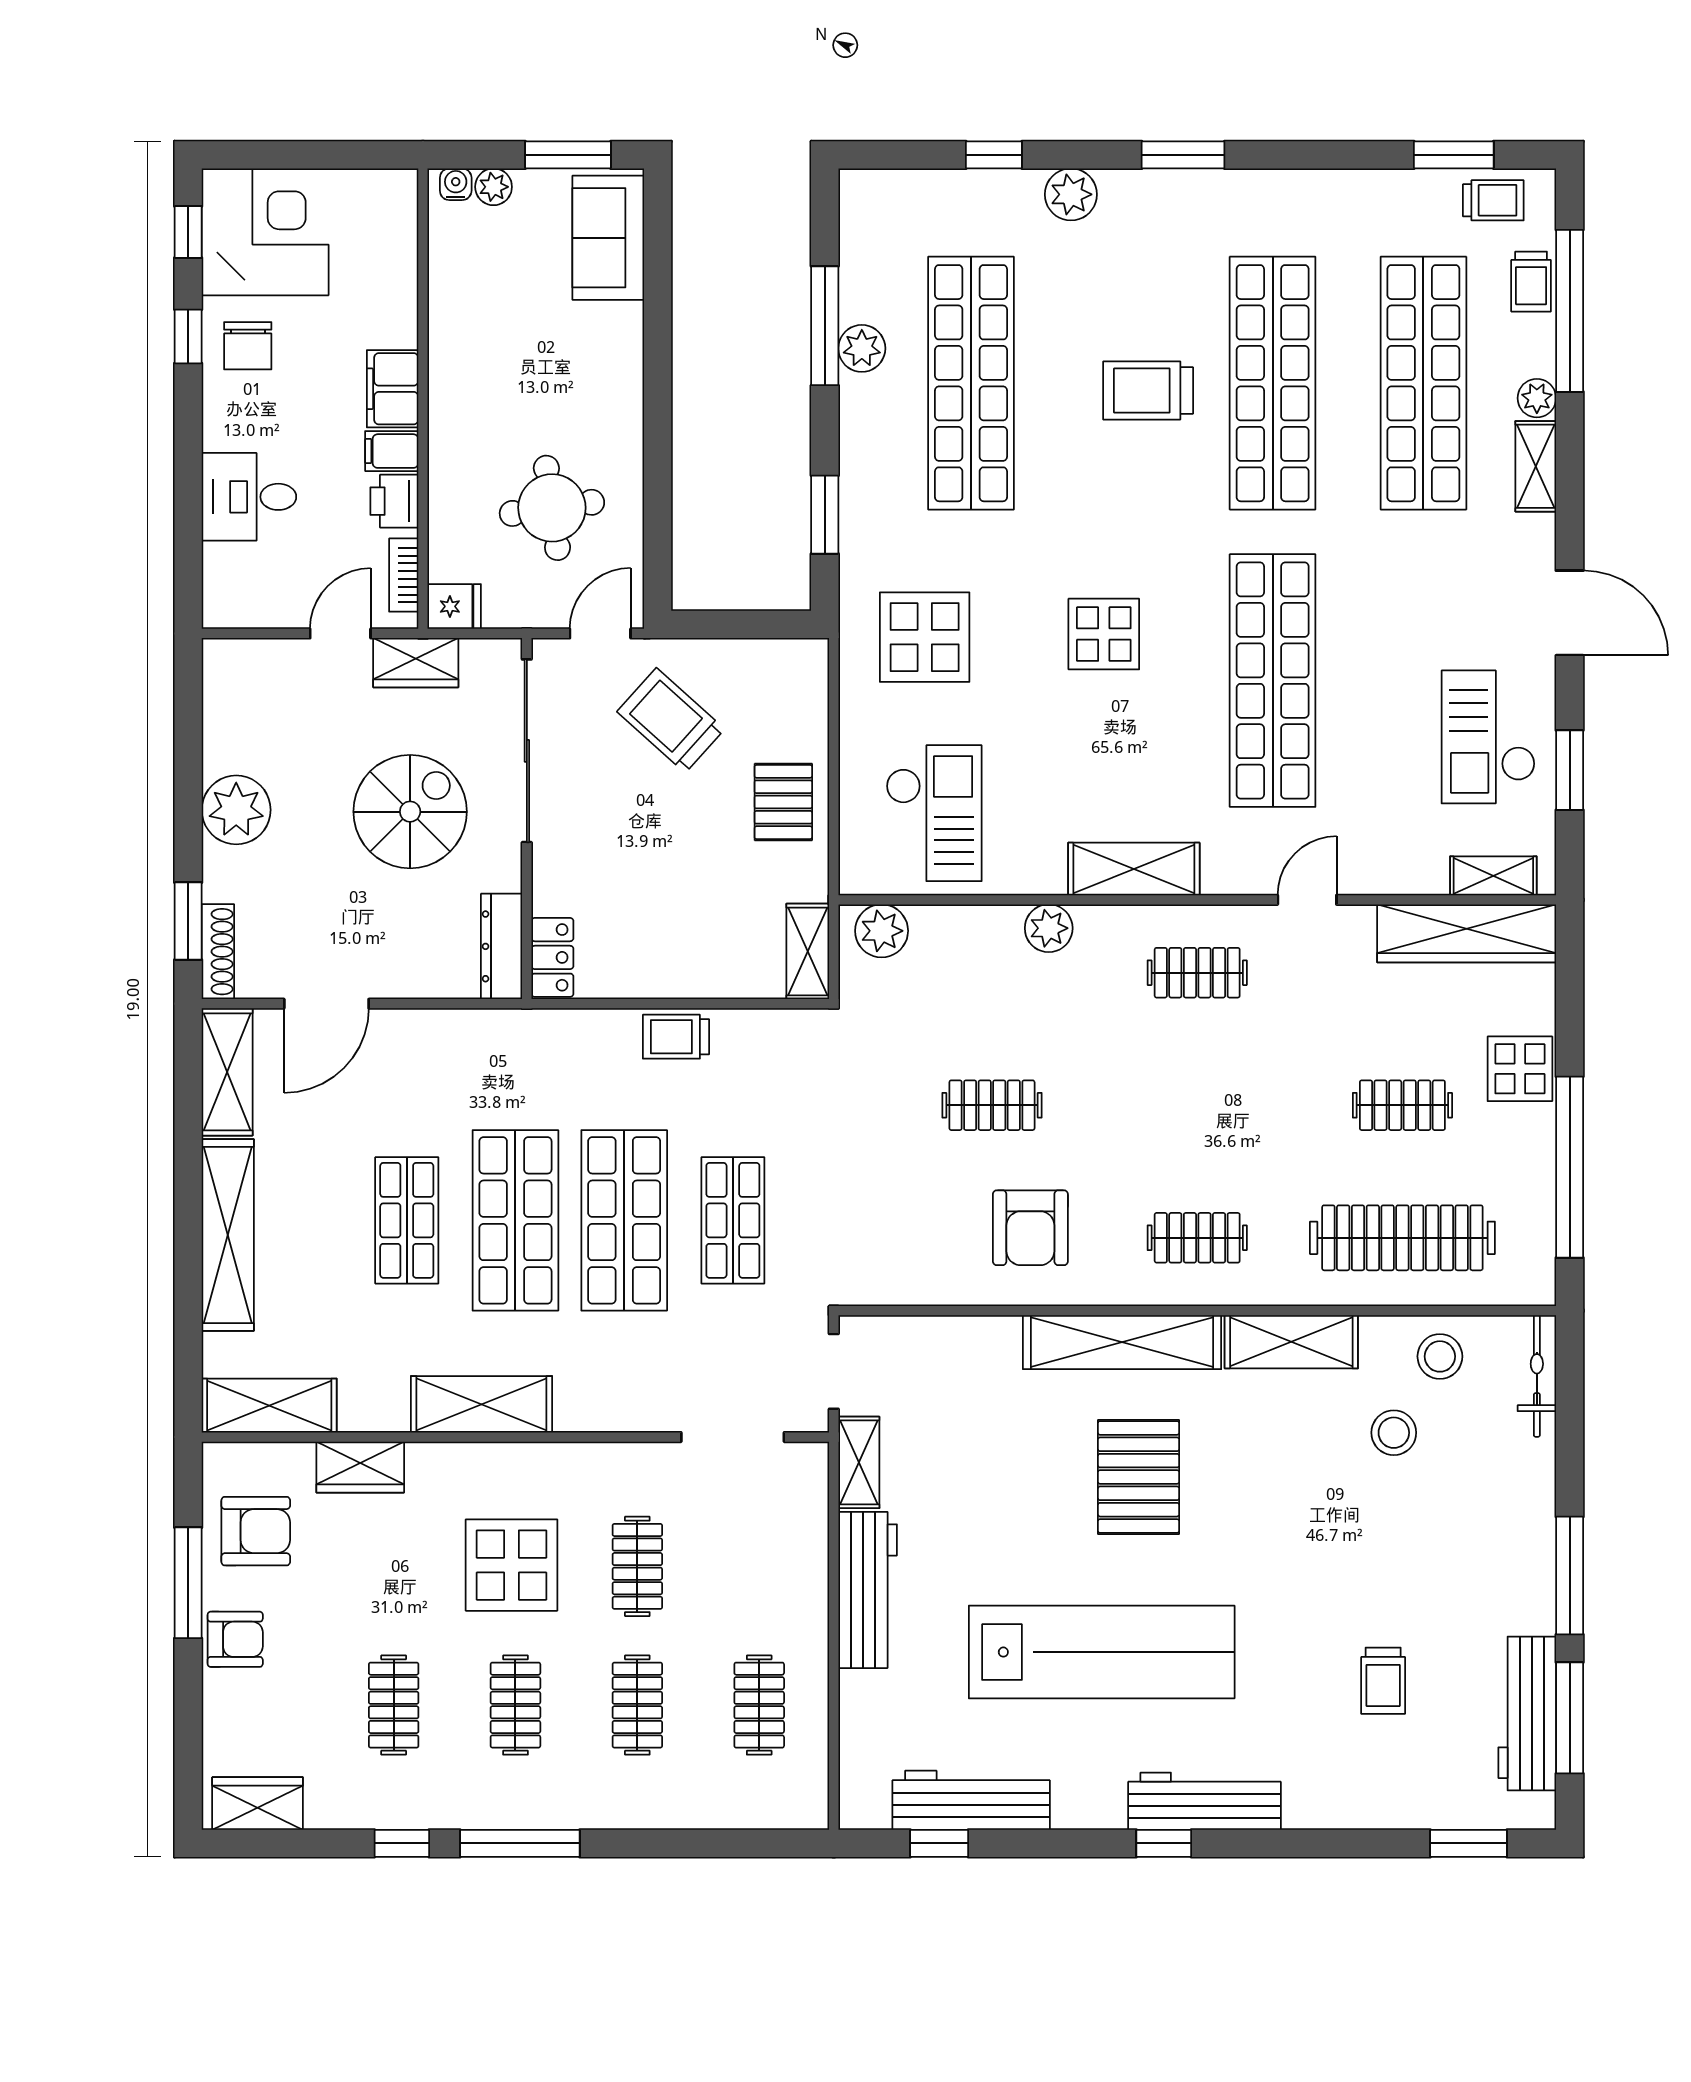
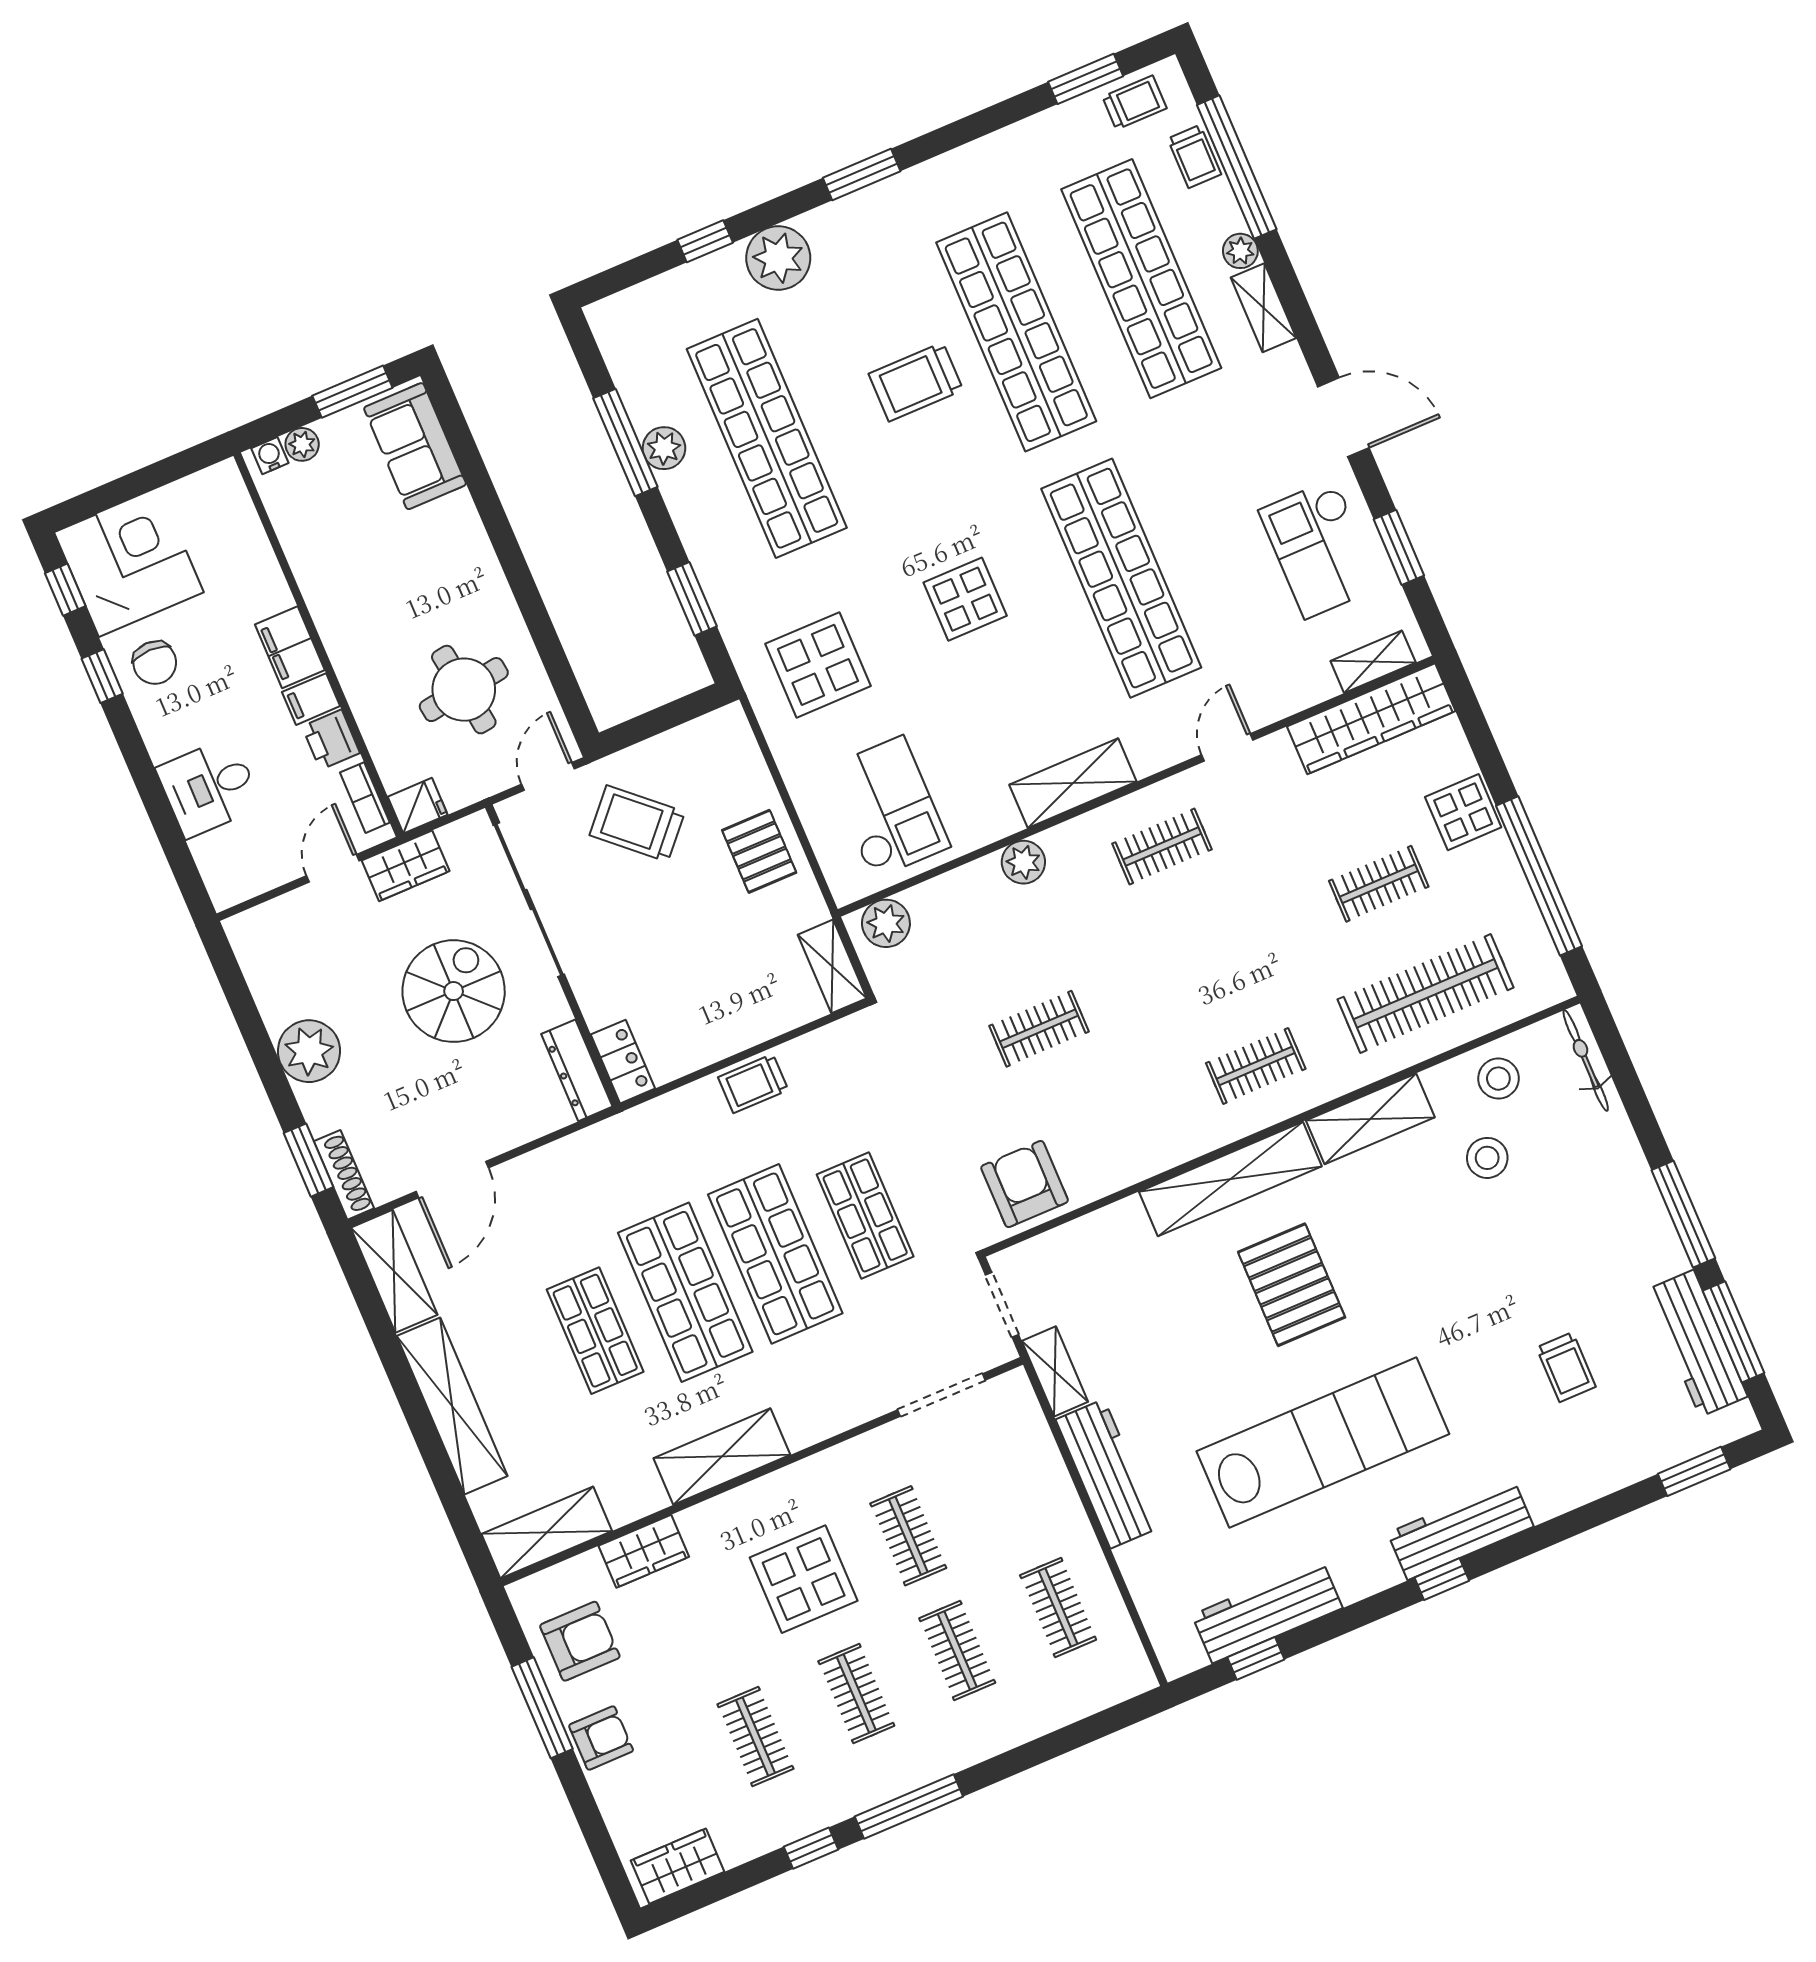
plant: (1071, 194) -> (778, 258), width x1.36, depth x1.36
armchair: (1030, 1228) -> (1025, 1184), moved, turned 180

